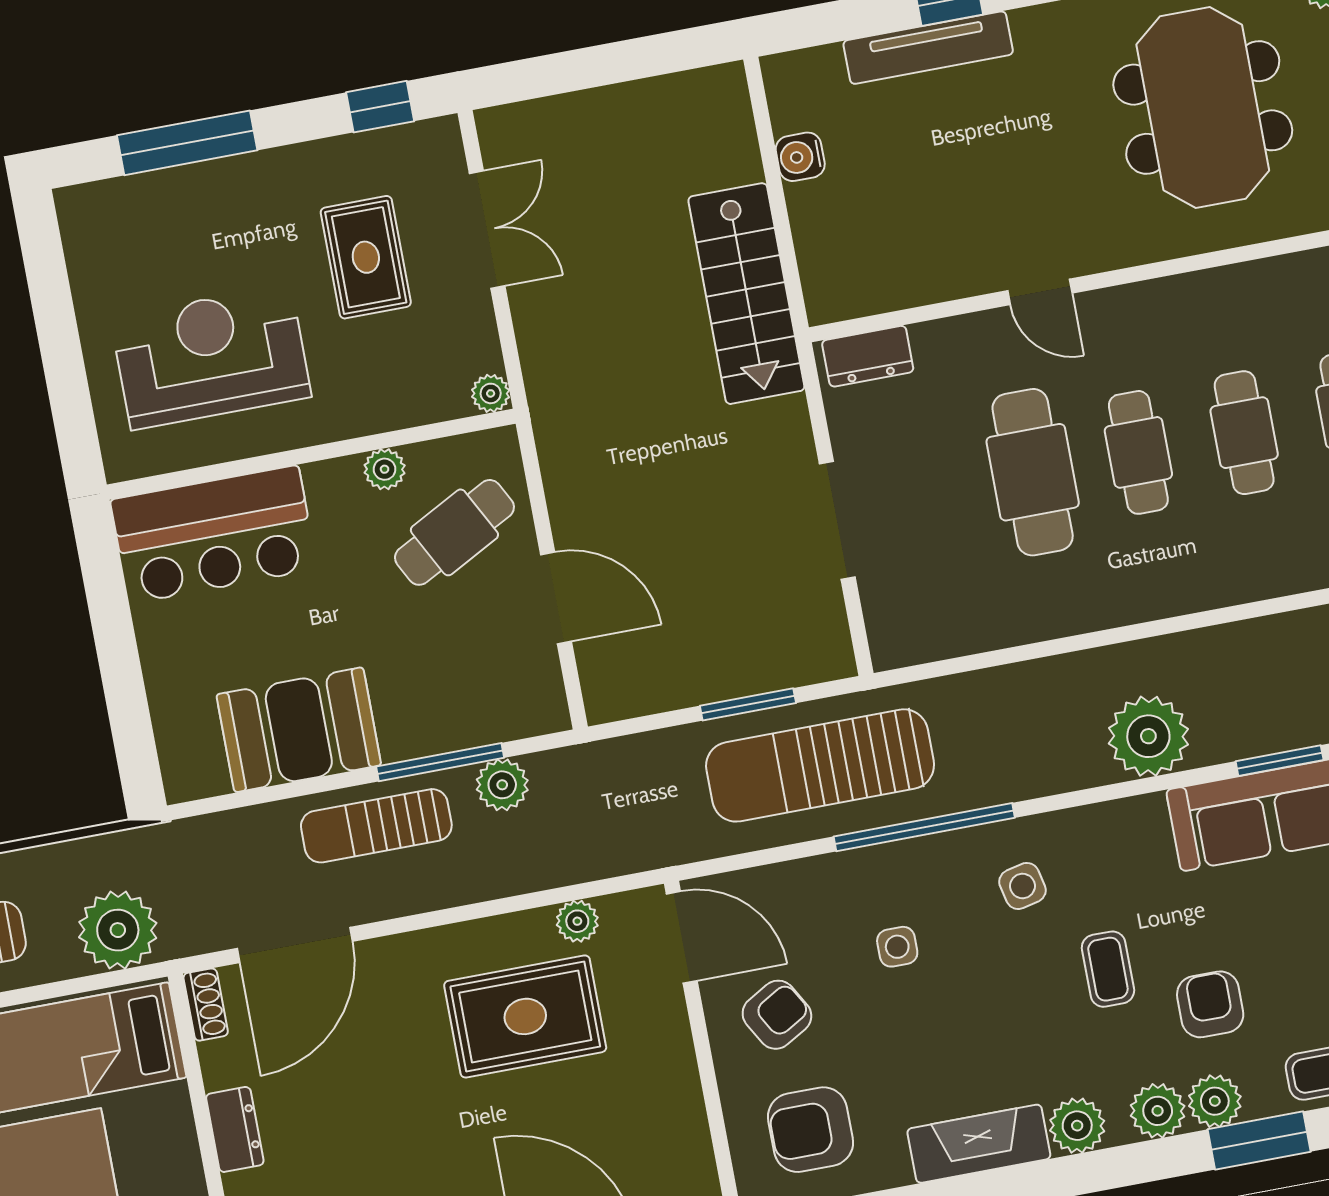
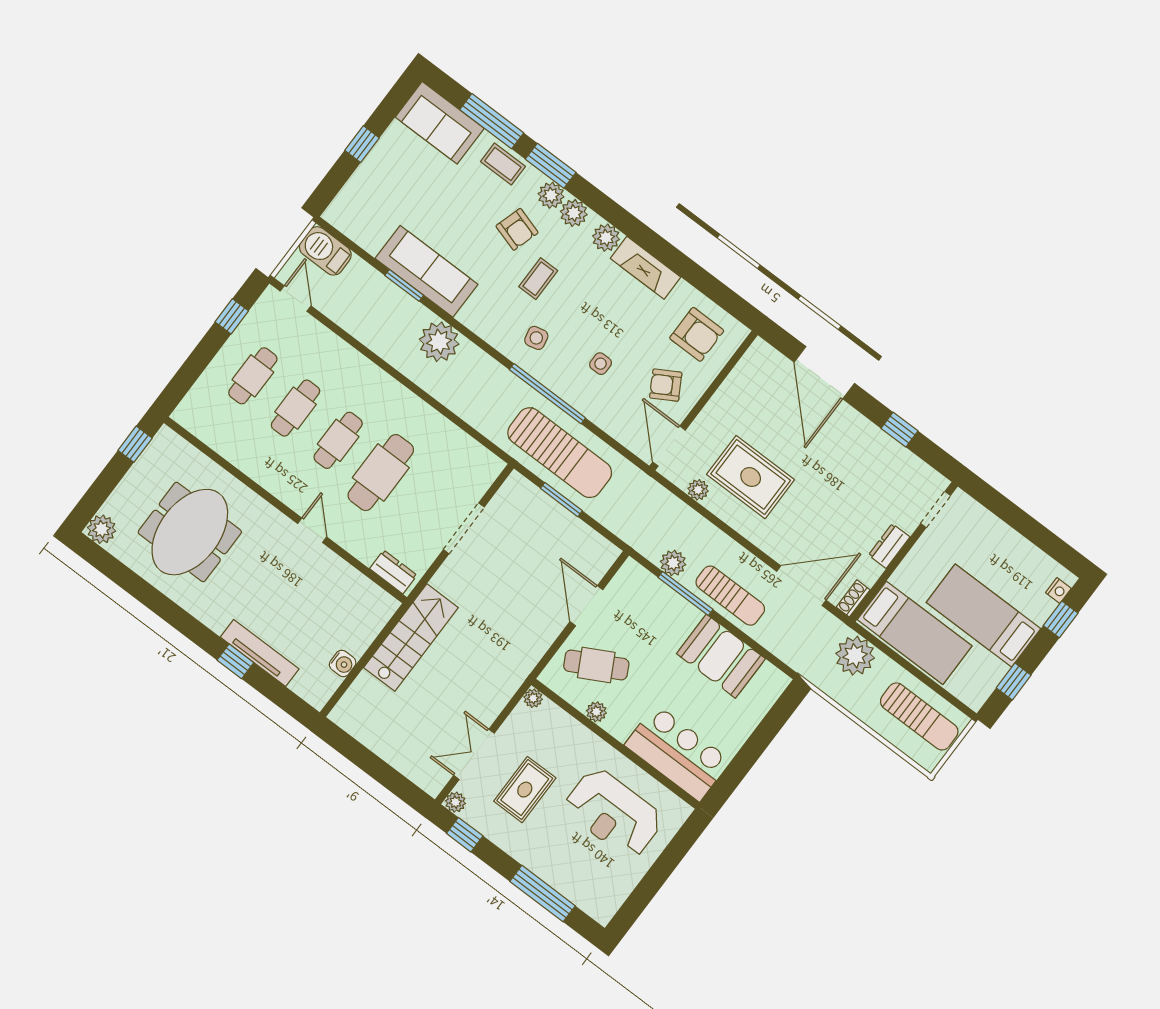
plant: (441, 137) -> (455, 802), added
armchair: (1210, 1004) -> (517, 229), turned -73

